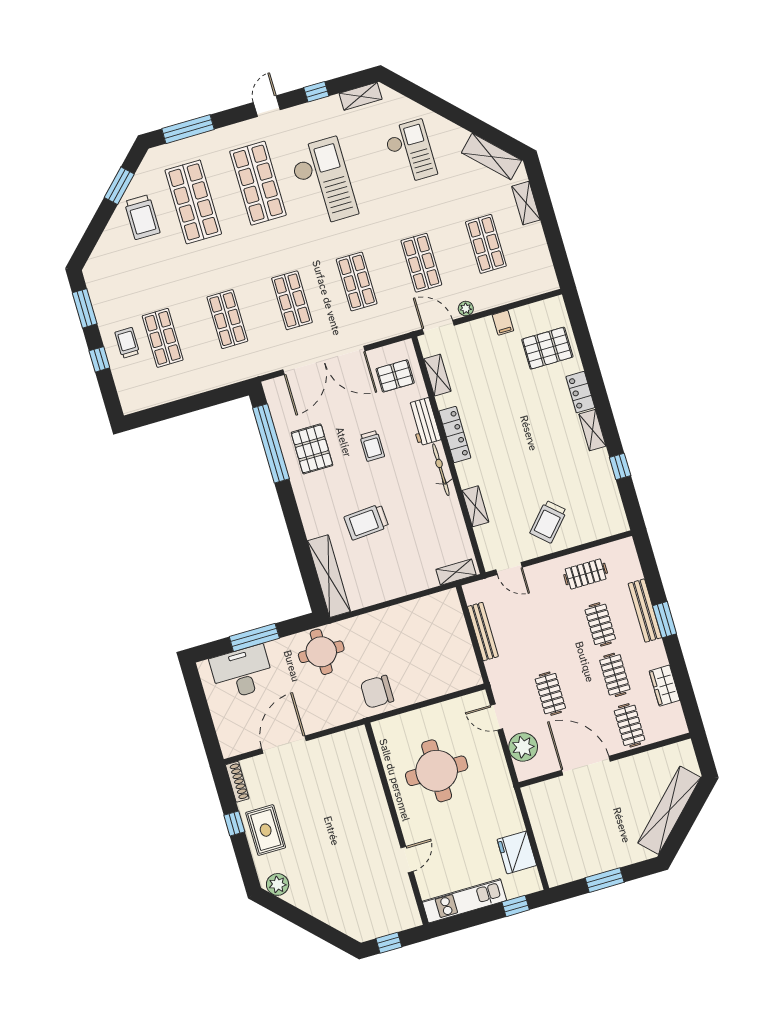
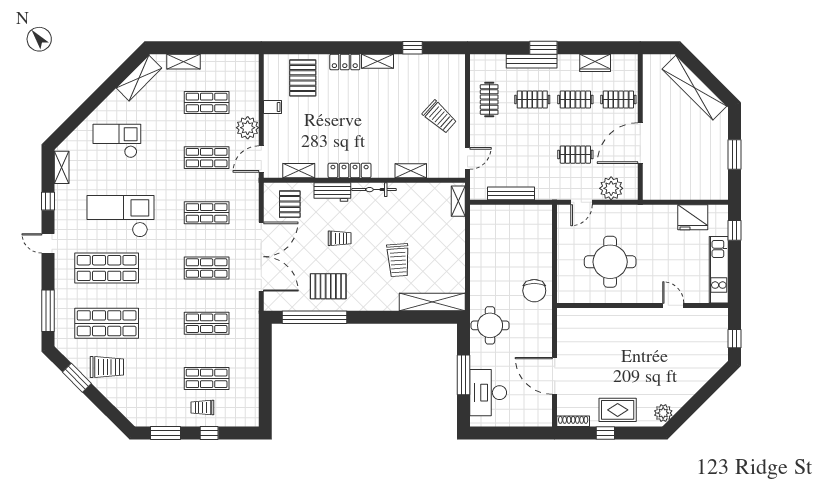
plant: (466, 309) -> (248, 128), width x1.88, depth x1.88

